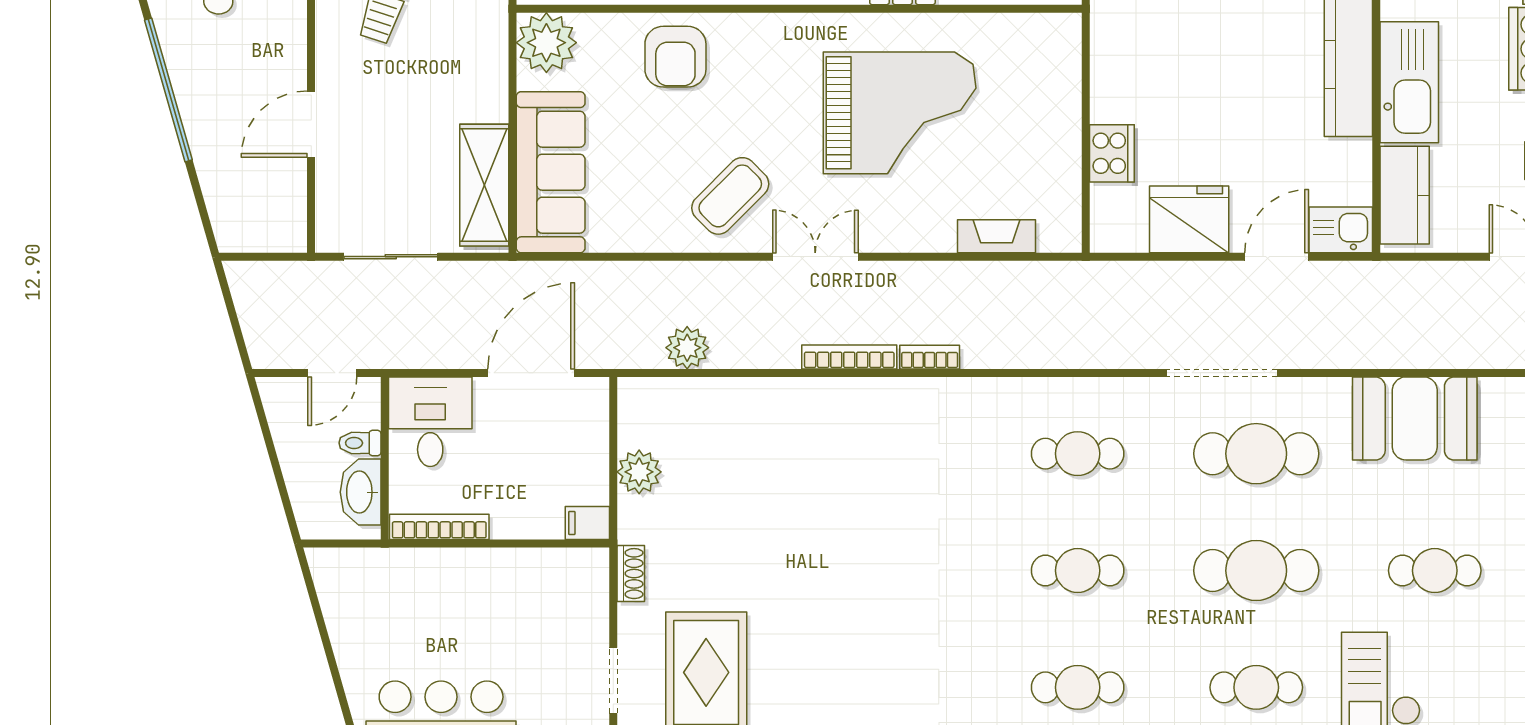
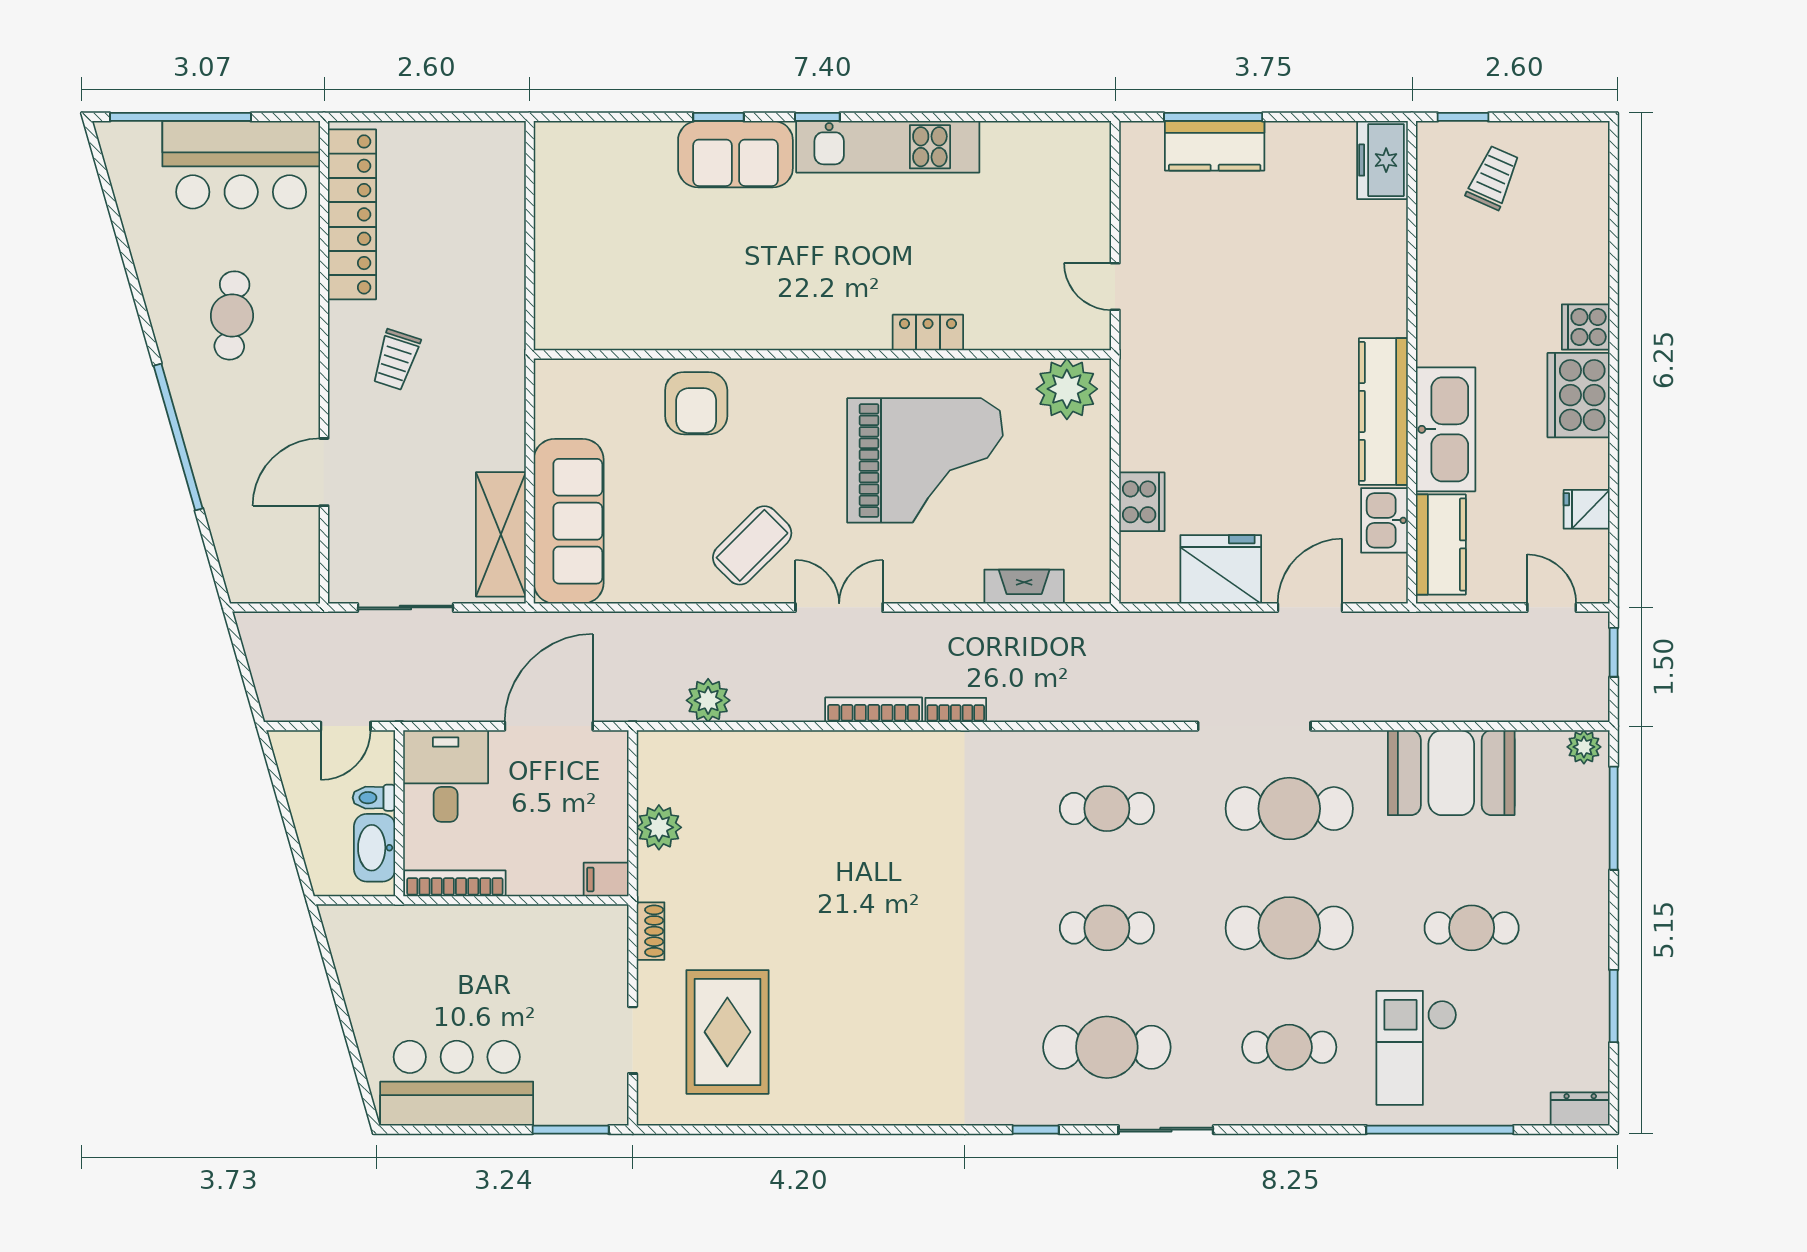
plant: (546, 43) -> (1067, 389), moved
kitchen sink: (1341, 230) -> (1384, 520), moved, turned -90
cafe table: (1078, 687) -> (1107, 1047), width x1.37, depth x1.35

